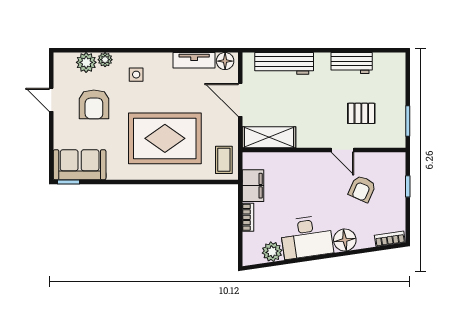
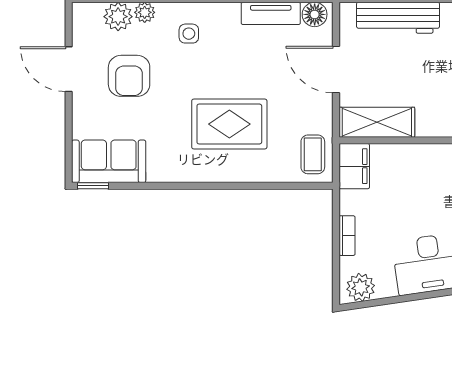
door: (51, 100) -> (69, 69), width x1.38
rug: (165, 138) -> (229, 124), width x0.73, depth x0.69
filing cabinet: (253, 186) -> (354, 166), moved
plant: (272, 252) -> (361, 287), moved

